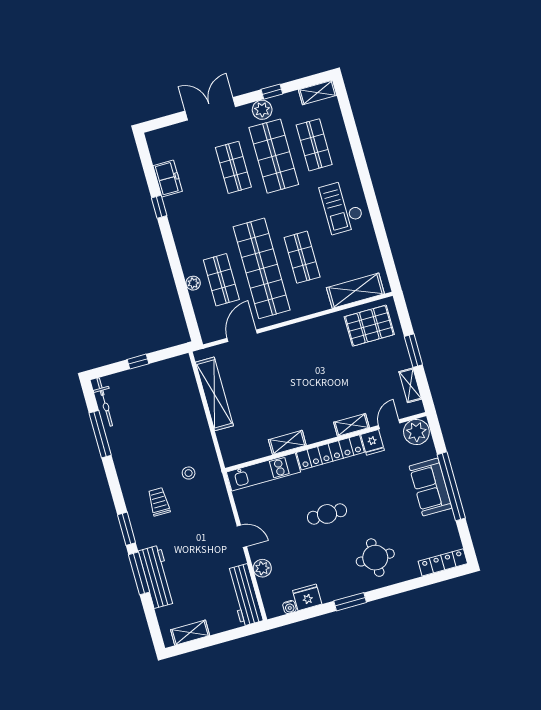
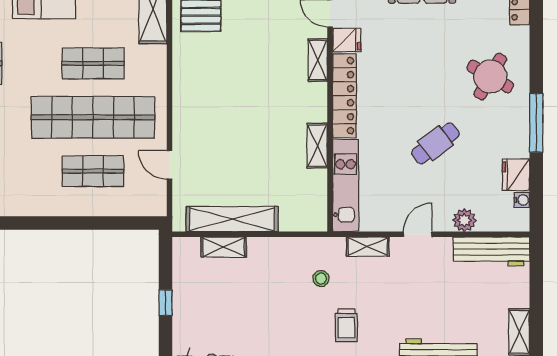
plant: (193, 283) -> (87, 207), removed
door: (242, 336) -> (169, 165), width x0.73
shelving: (192, 394) -> (224, 247), added
shelving: (222, 501) -> (368, 247), added
trolley: (159, 502) -> (346, 325), turned -90
cafe table: (327, 514) -> (435, 143), moved, turned 53
round table: (375, 558) -> (490, 77), turned 30
window: (350, 602) -> (536, 123), width x1.44

